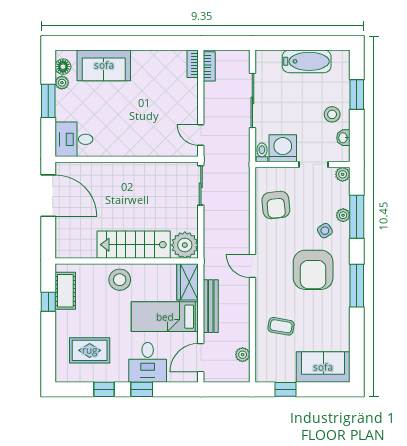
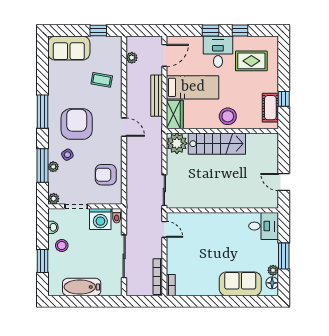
bookcase: (209, 66) -> (158, 277), width x1.56
door: (48, 196) -> (284, 182), width x0.53
armchair: (276, 205) -> (106, 175), turned -84
desk: (148, 362) -> (218, 52), moved

